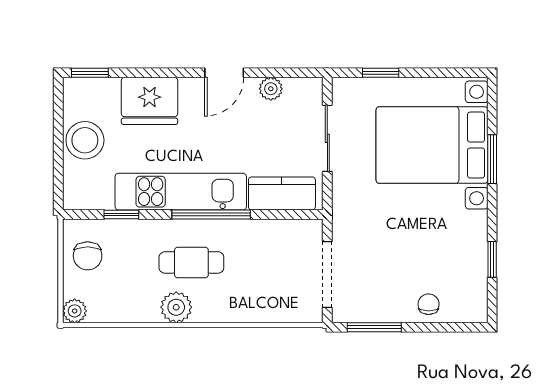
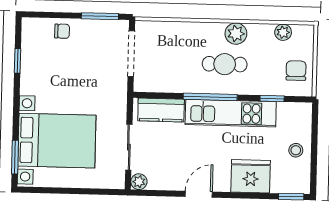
window: (381, 73) -> (91, 191), removed
plant: (271, 89) -> (139, 182), moved
stool: (85, 140) -> (296, 150), width x0.53, depth x0.53
window: (492, 159) -> (15, 157), moved
chair: (429, 304) -> (62, 31), turned -90
plant: (75, 311) -> (283, 32), moved

